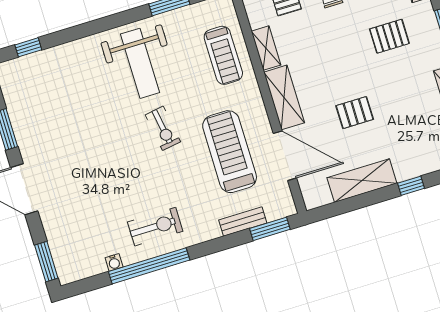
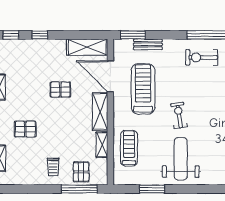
treadmill: (230, 152) -> (143, 89), turned 180
shelving: (362, 181) -> (87, 47), moved

